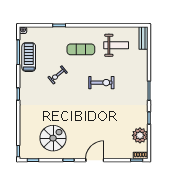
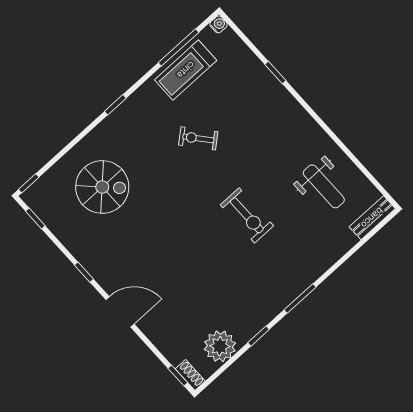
exercise mat: (81, 49) -> (269, 139), removed
treadmill: (29, 57) -> (186, 70), turned 180
spiral stairs: (53, 138) -> (102, 187), moved

